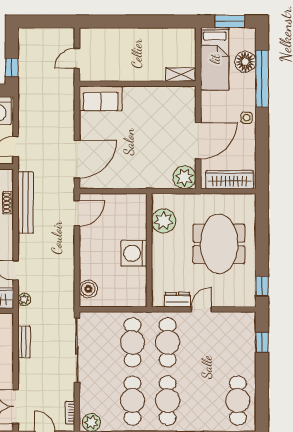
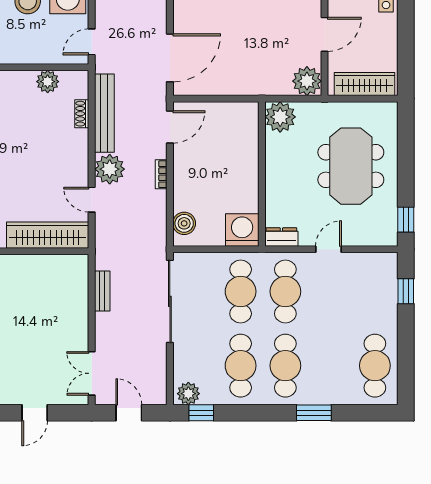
door: (198, 141) -> (324, 34), width x0.73
plant: (164, 221) -> (280, 117), moved
washing machine: (134, 253) -> (242, 230), moved, turned 90
plant: (24, 299) -> (110, 169), moved, width x1.88, depth x1.88
dresser: (177, 300) -> (281, 237), moved
bookcase: (70, 413) -> (161, 174), moved

